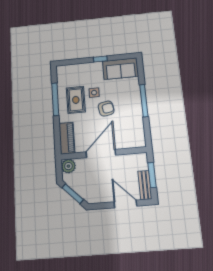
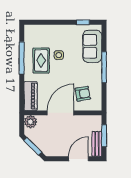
window: (100, 59) -> (83, 22), moved
sofa: (121, 69) -> (92, 46), moved, turned 90
armchair: (106, 109) -> (83, 94), moved
door: (125, 204) -> (78, 159), hinge flipped

